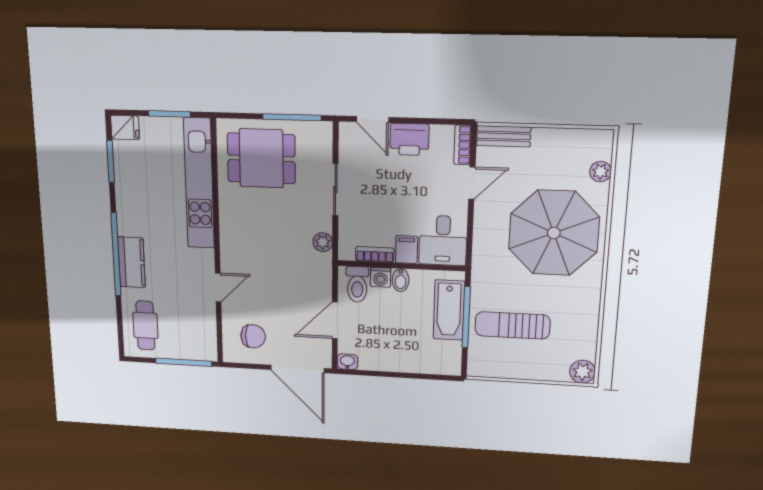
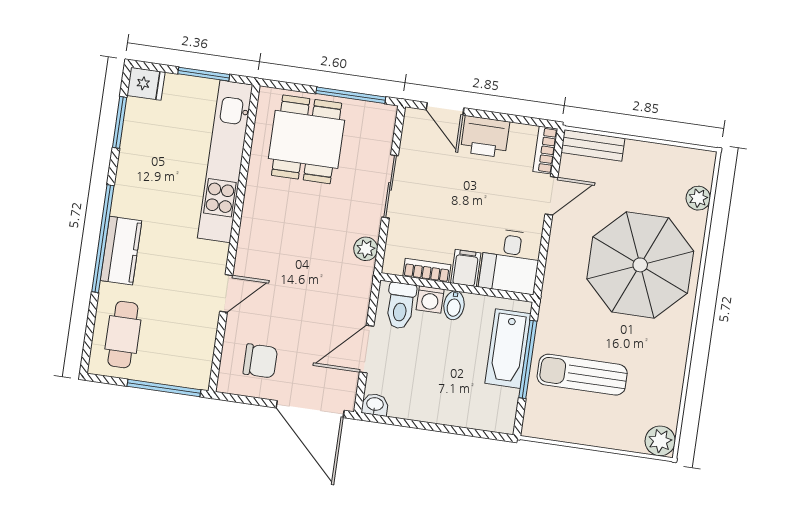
dining table: (261, 158) -> (307, 139), turned 90

